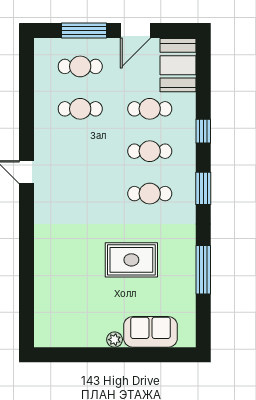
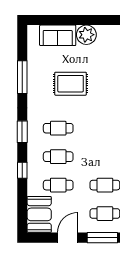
plant: (115, 340) -> (86, 35), width x1.87, depth x1.87

